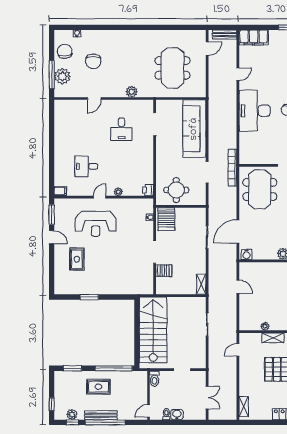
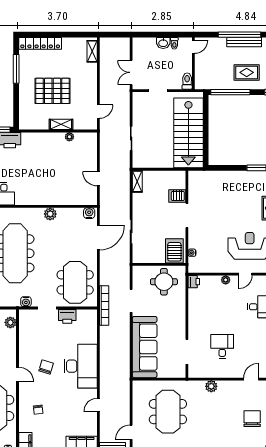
printer: (267, 157) -> (67, 316), added
double door: (207, 398) -> (131, 72), moved

